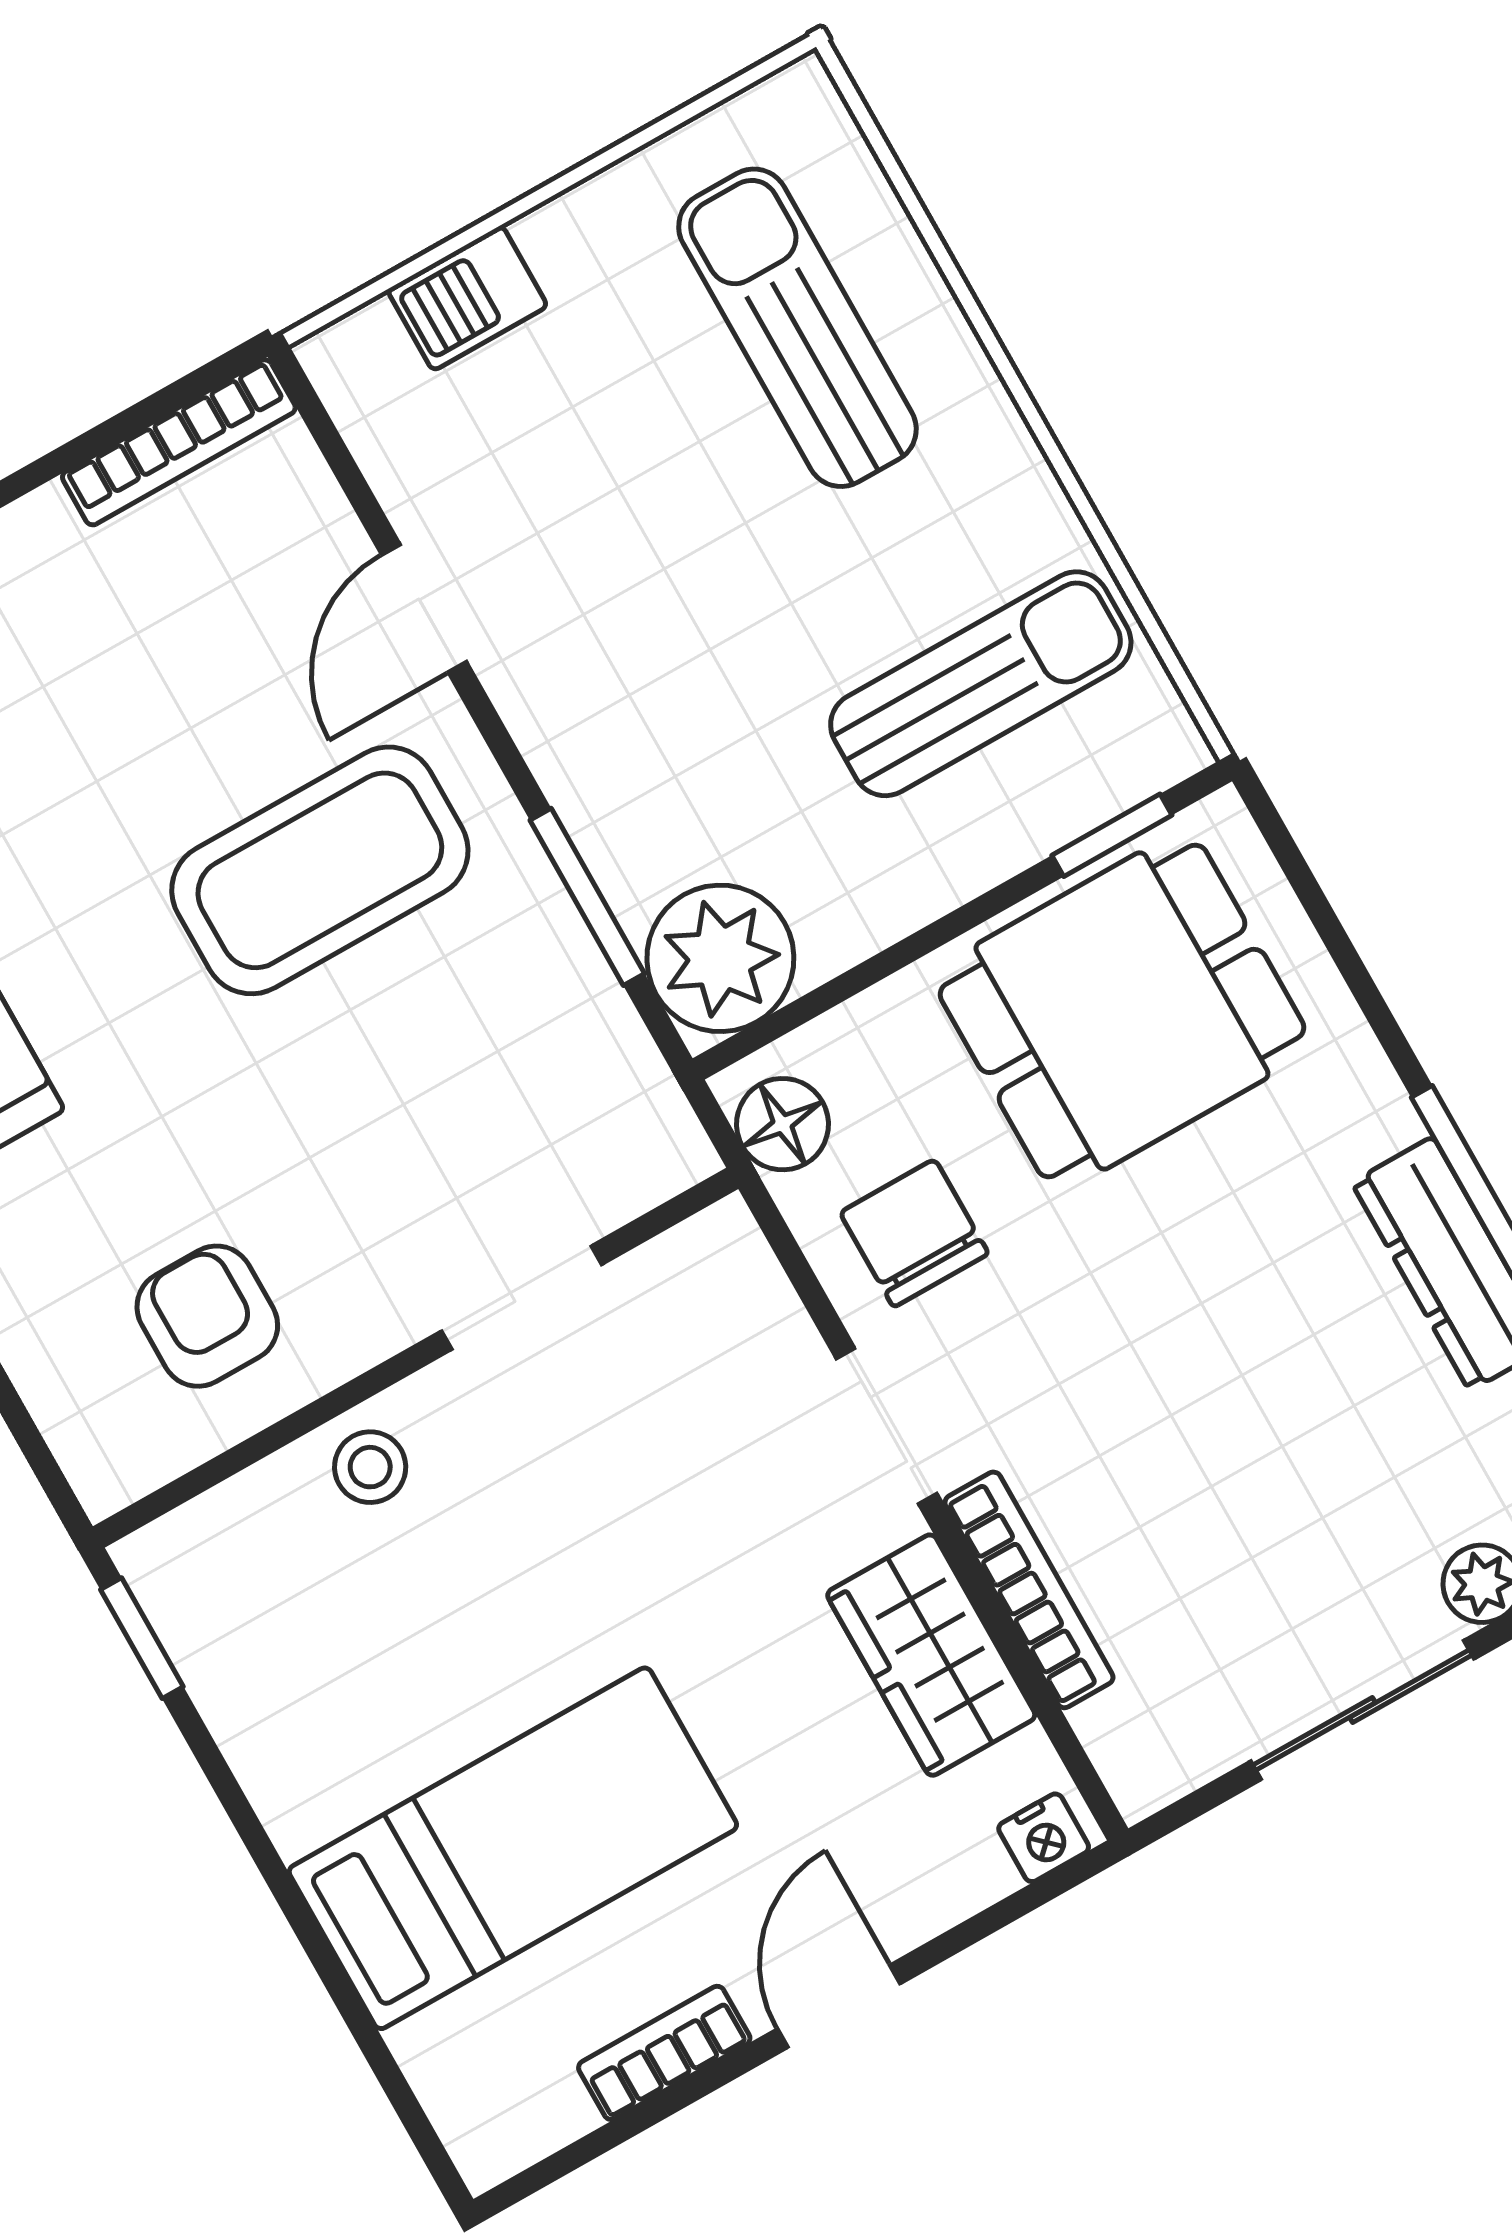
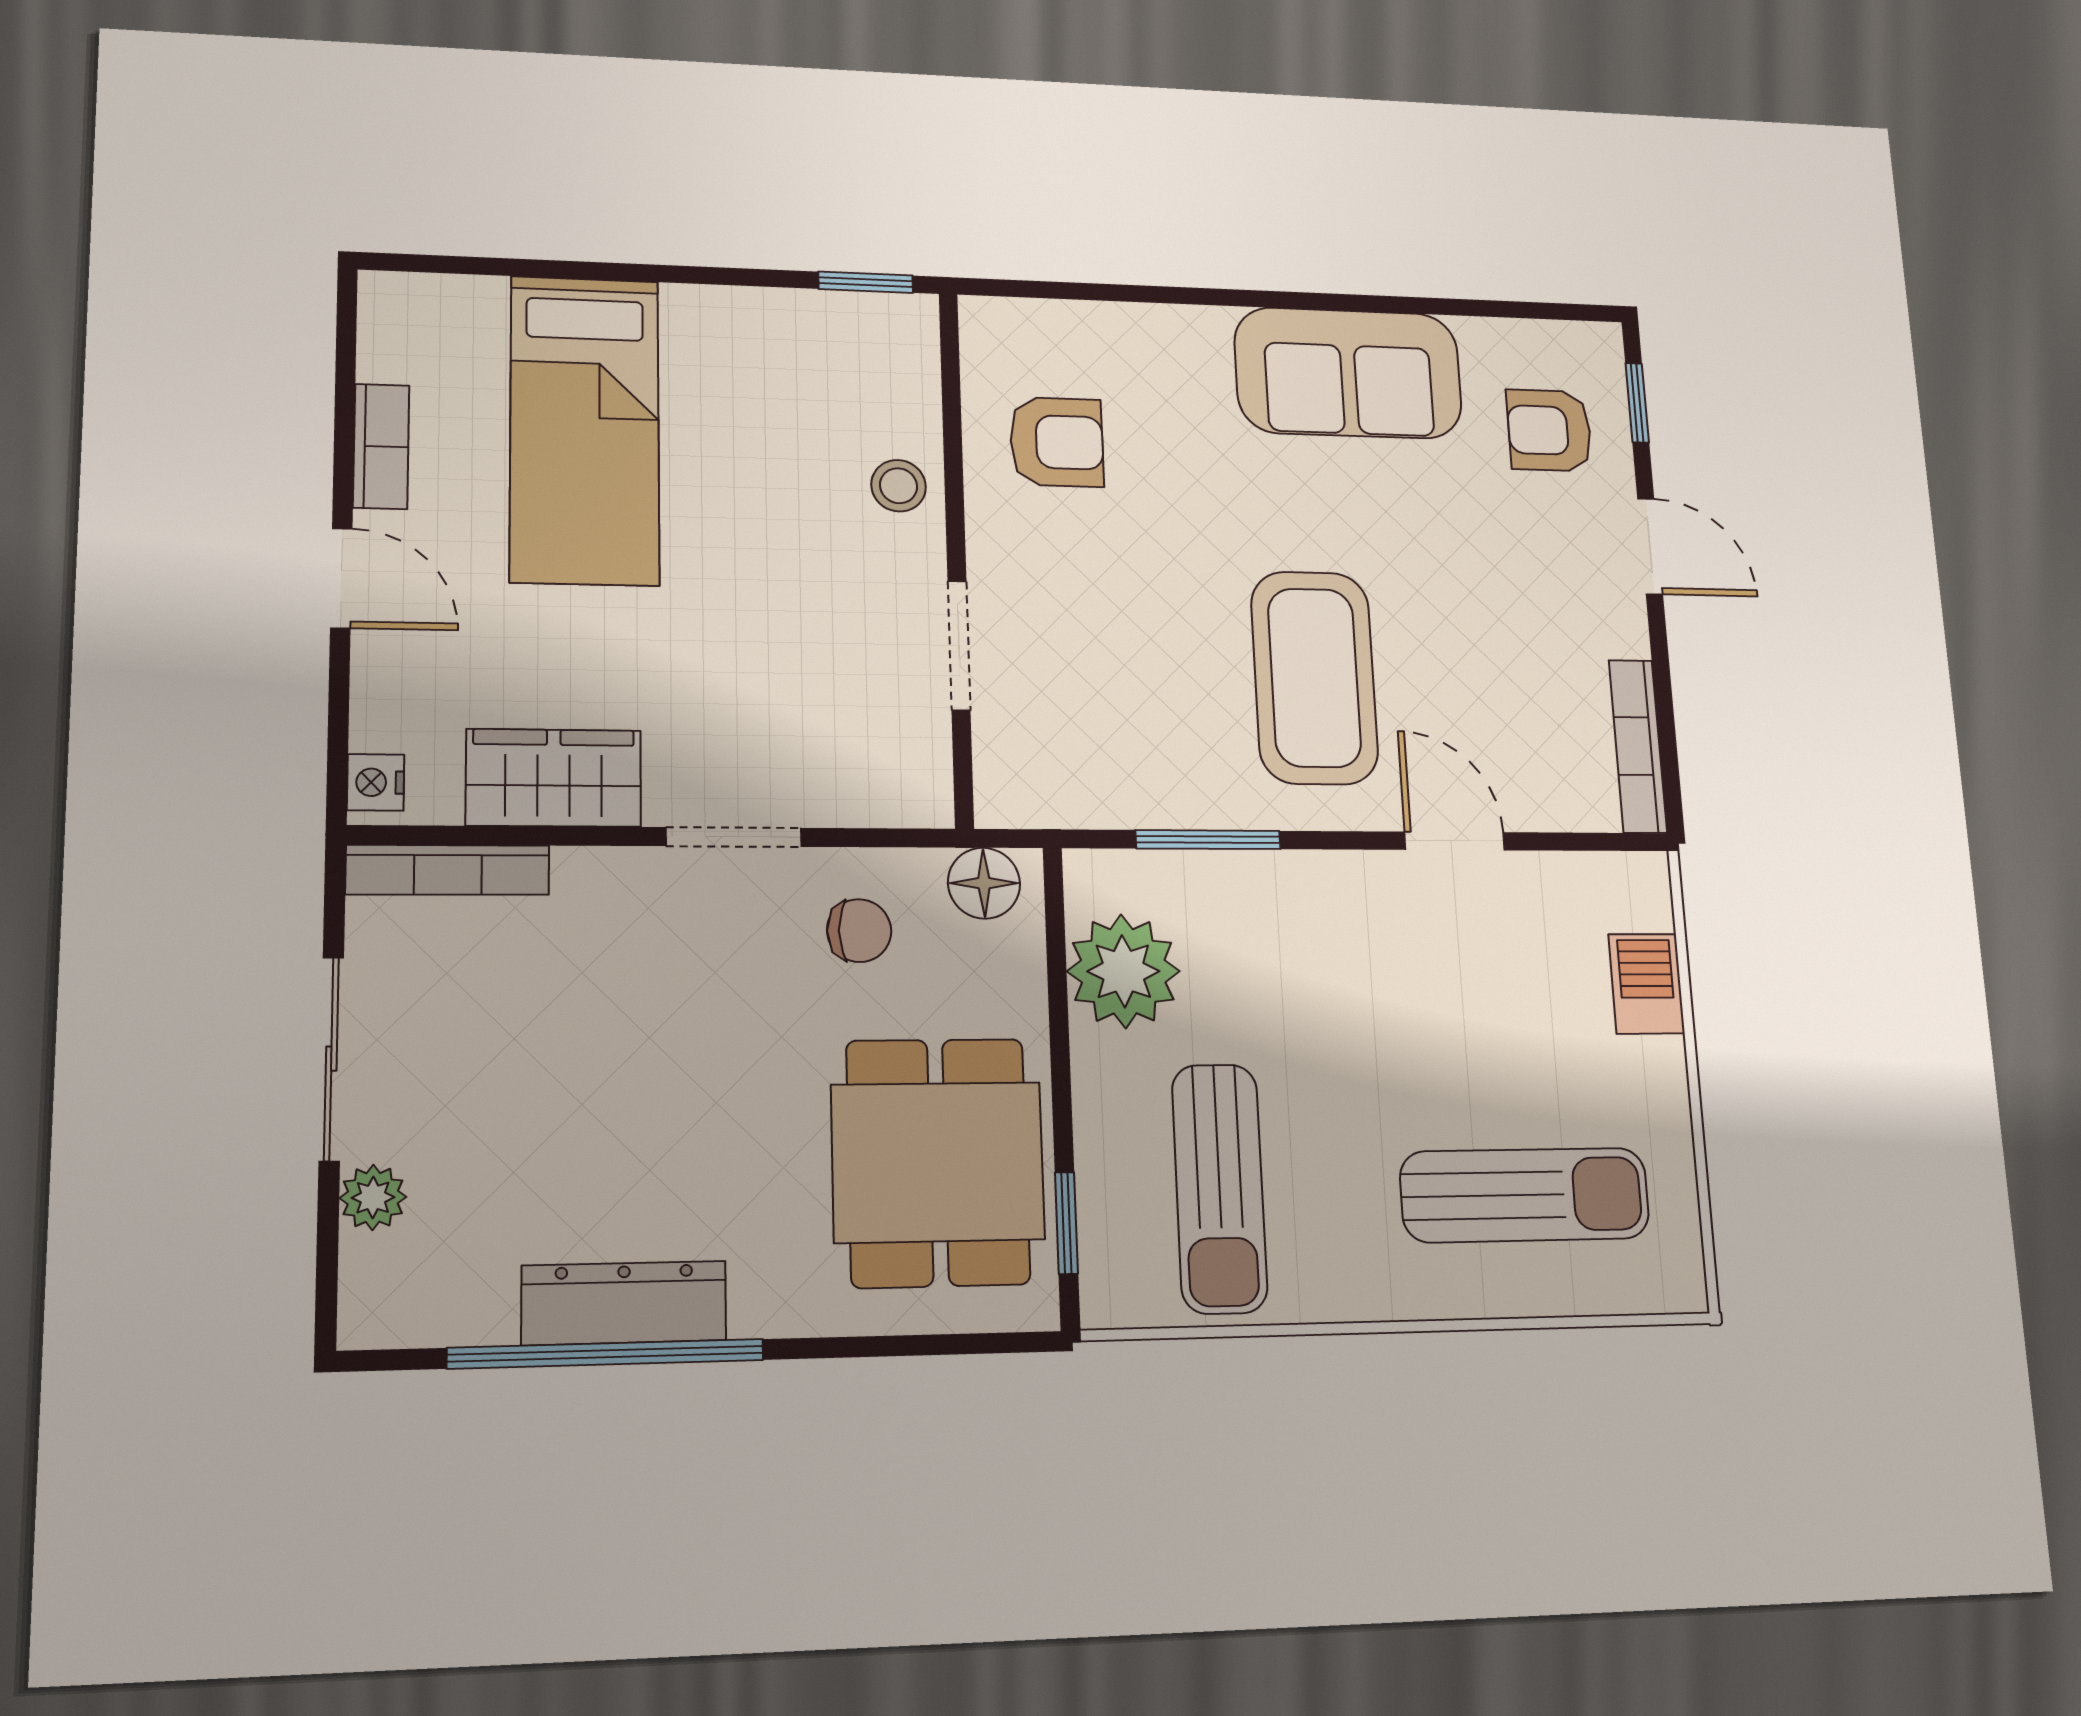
plant: (720, 958) -> (1123, 971), moved
chair: (914, 1233) -> (859, 931), width x0.73, depth x0.73
bookcase: (1029, 1590) -> (448, 870), moved

